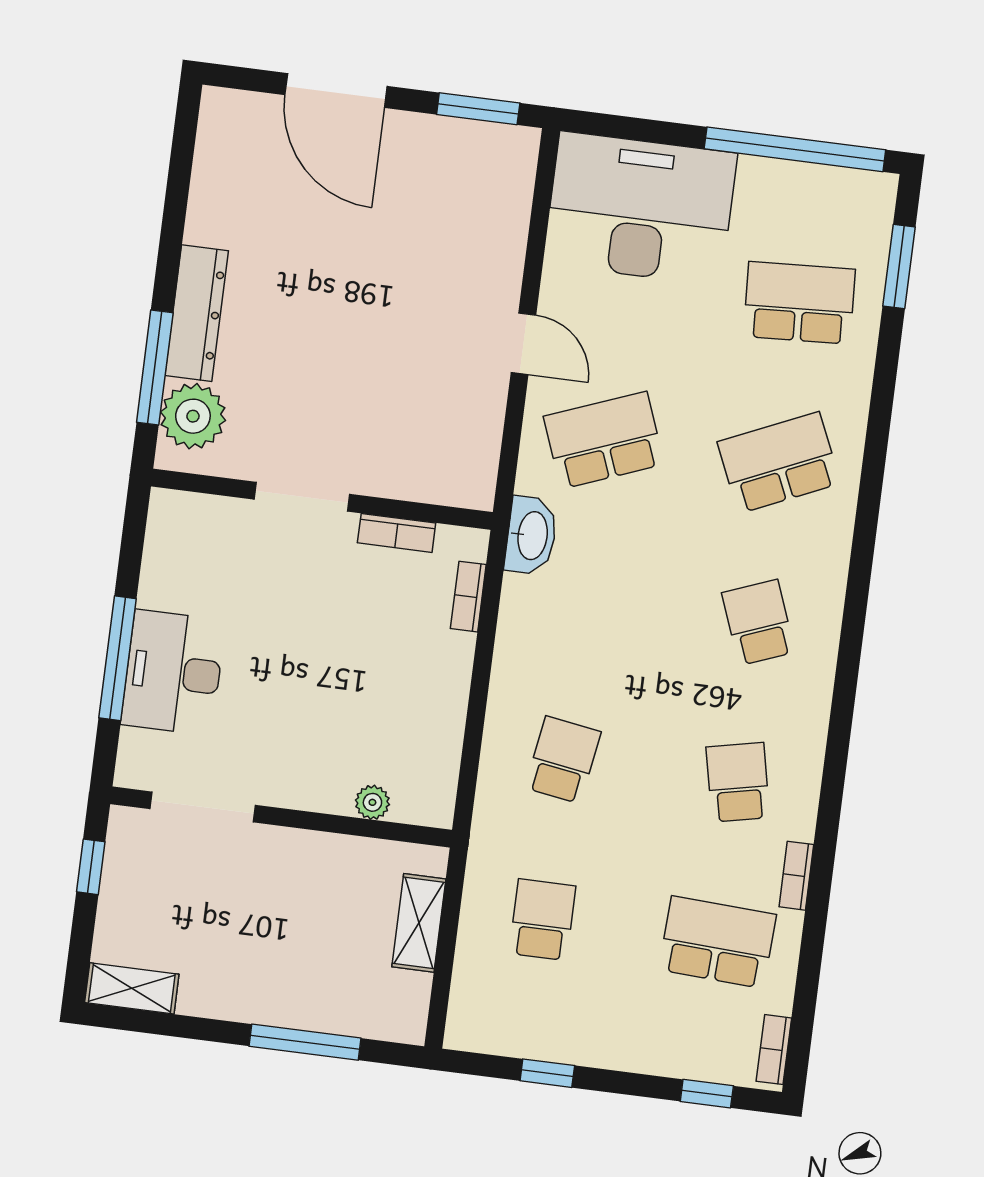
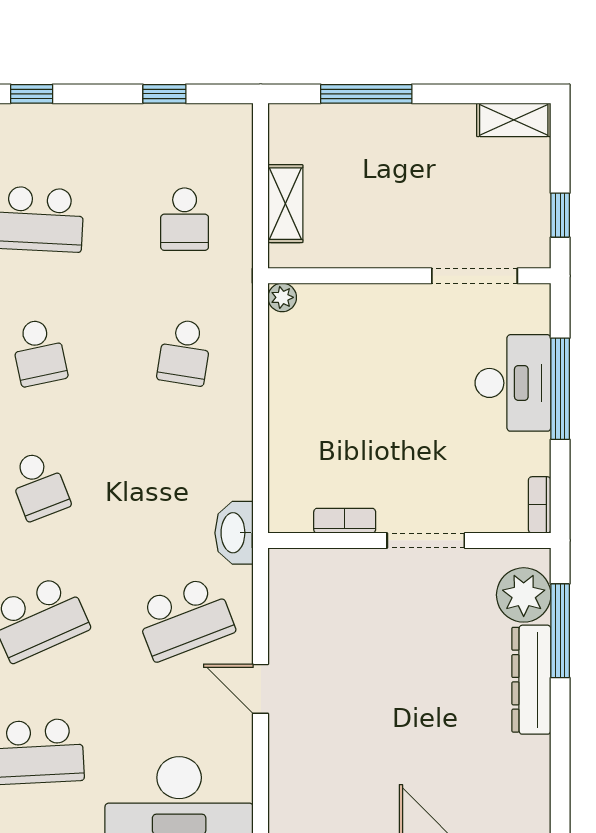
bookcase: (468, 597) -> (540, 505), moved, turned 180
plant: (372, 802) -> (282, 297), moved

